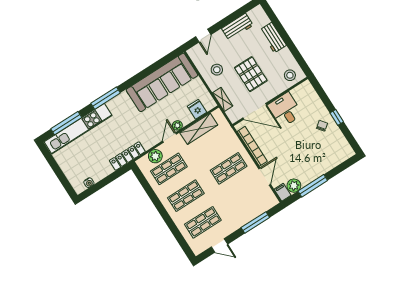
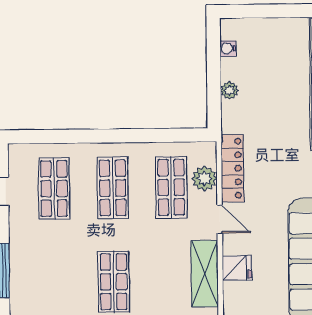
fridge: (197, 109) -> (237, 268), moved
plant: (177, 125) -> (229, 90), moved
locker: (127, 156) -> (233, 168), moved

